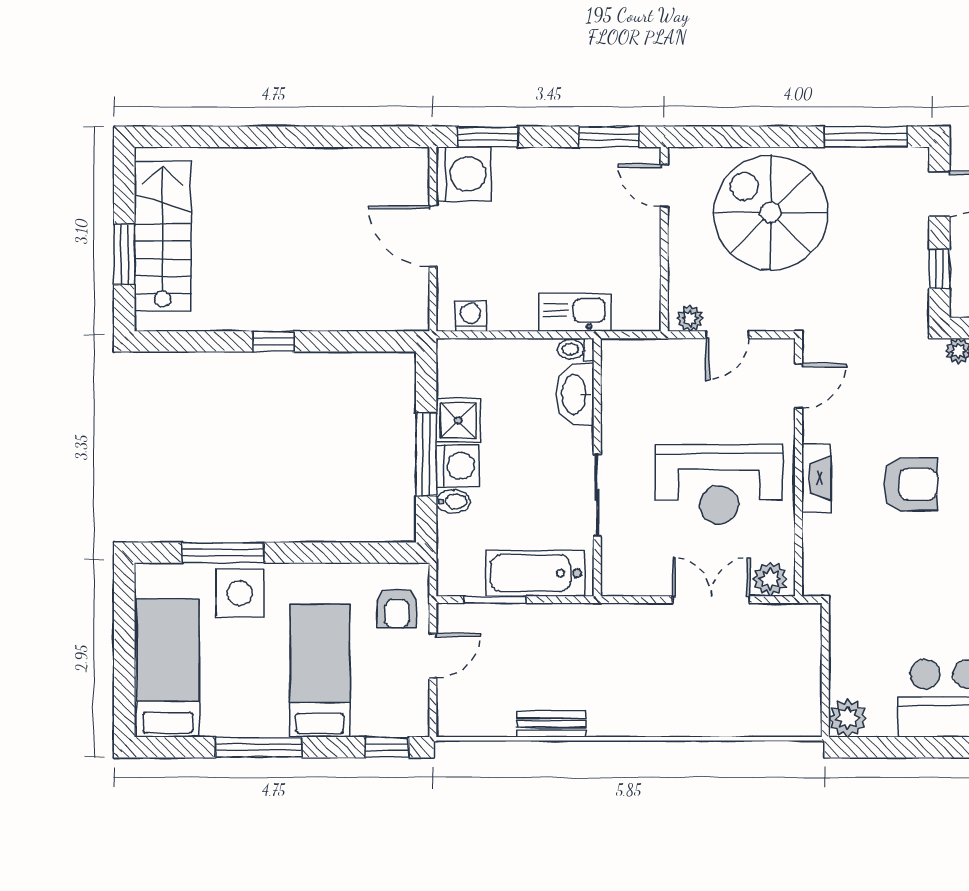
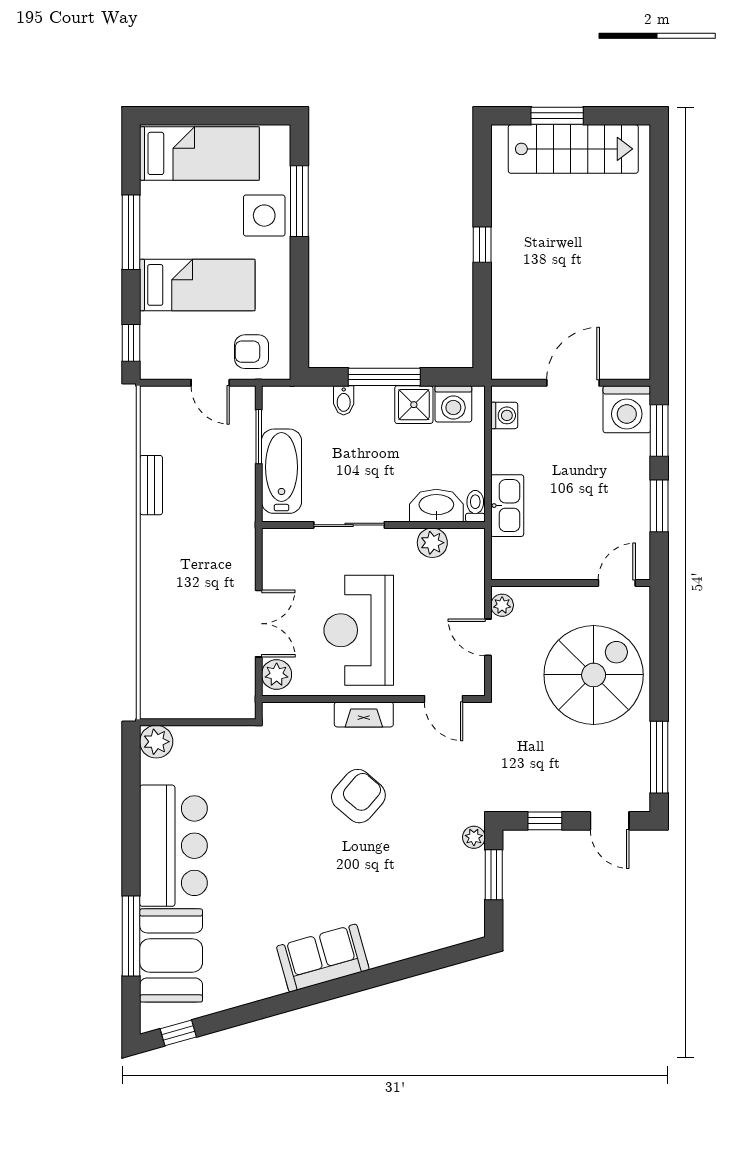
window: (609, 137) -> (659, 506), moved
plant: (618, 399) -> (432, 543), added
washing machine: (457, 466) -> (453, 404), moved
armchair: (911, 484) -> (358, 796), turned -139

